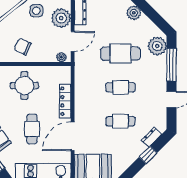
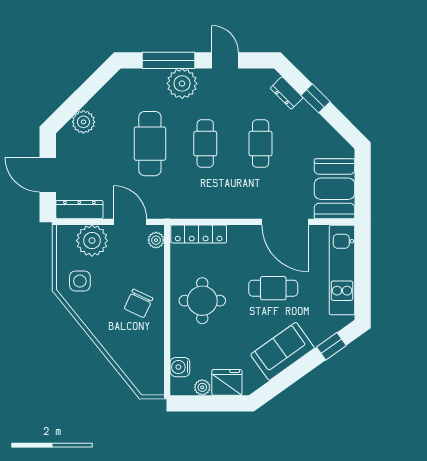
plant: (157, 46) -> (182, 83), moved
locker: (65, 101) -> (199, 234), moved

